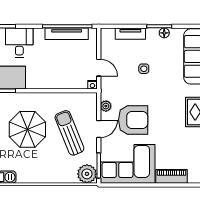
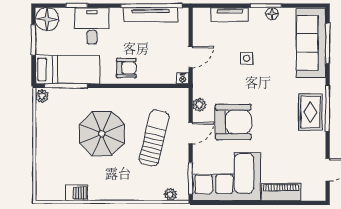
door: (99, 68) -> (191, 57), hinge flipped
armchair: (47, 76) -> (126, 68), added
sun lounger: (69, 133) -> (154, 138), turned 36
plant: (87, 174) -> (170, 194), width x0.53, depth x0.53

